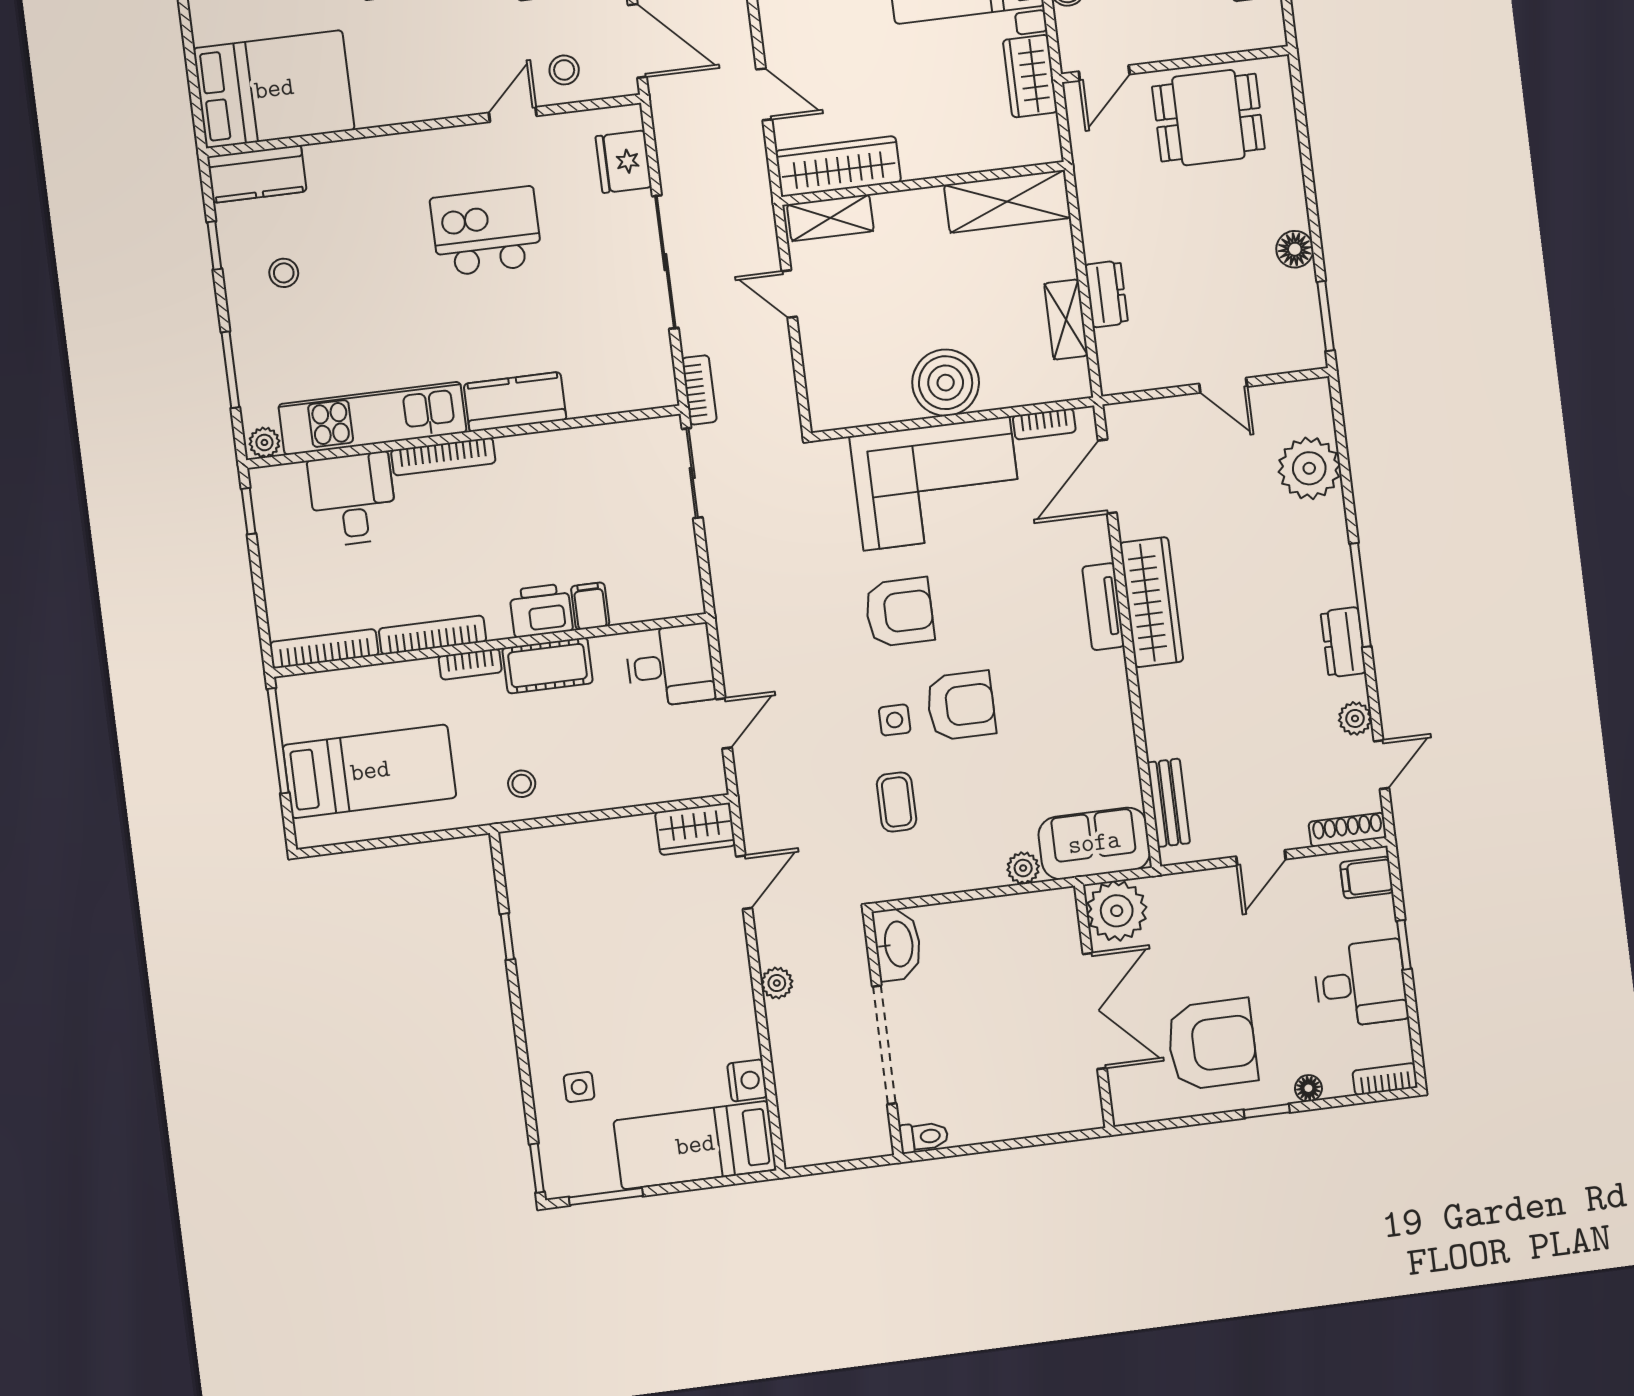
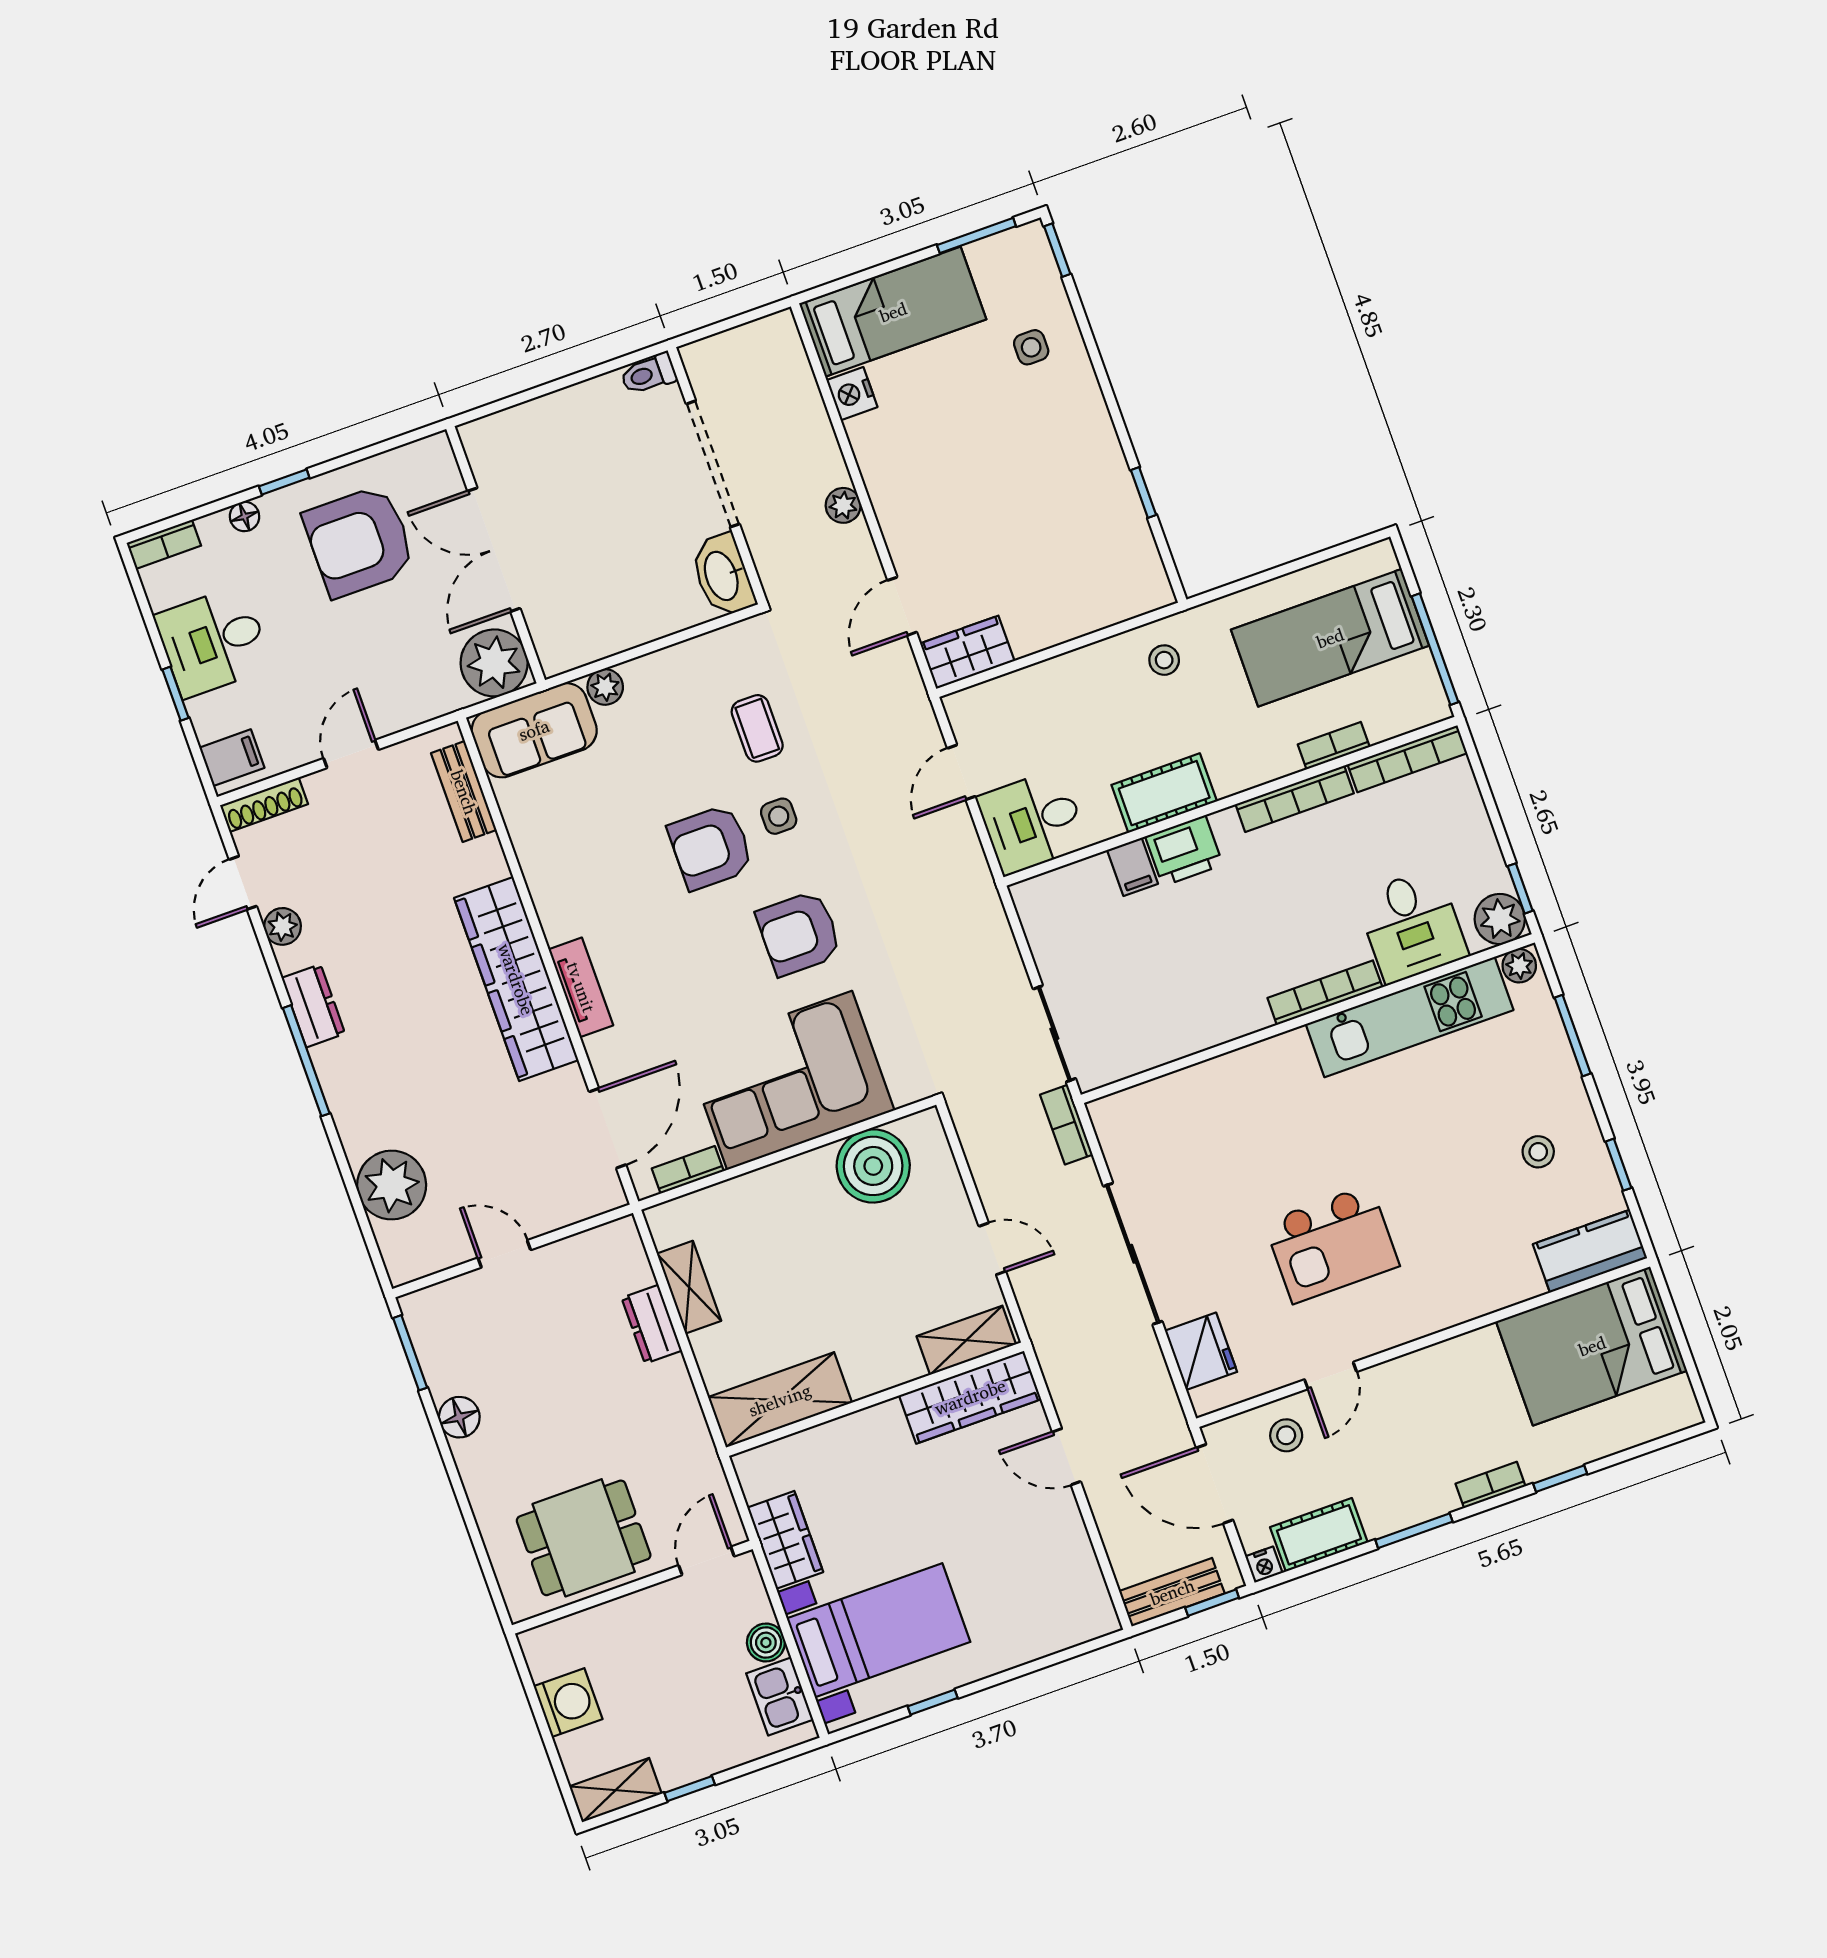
boiler: (946, 383) -> (873, 1166), moved
kitchen counter: (515, 402) -> (1261, 1068), removed
plant: (273, 488) -> (1500, 919), added
wardrobe: (1151, 602) -> (516, 979), width x1.40, depth x1.17
bookcase: (470, 664) -> (1334, 746), moved

